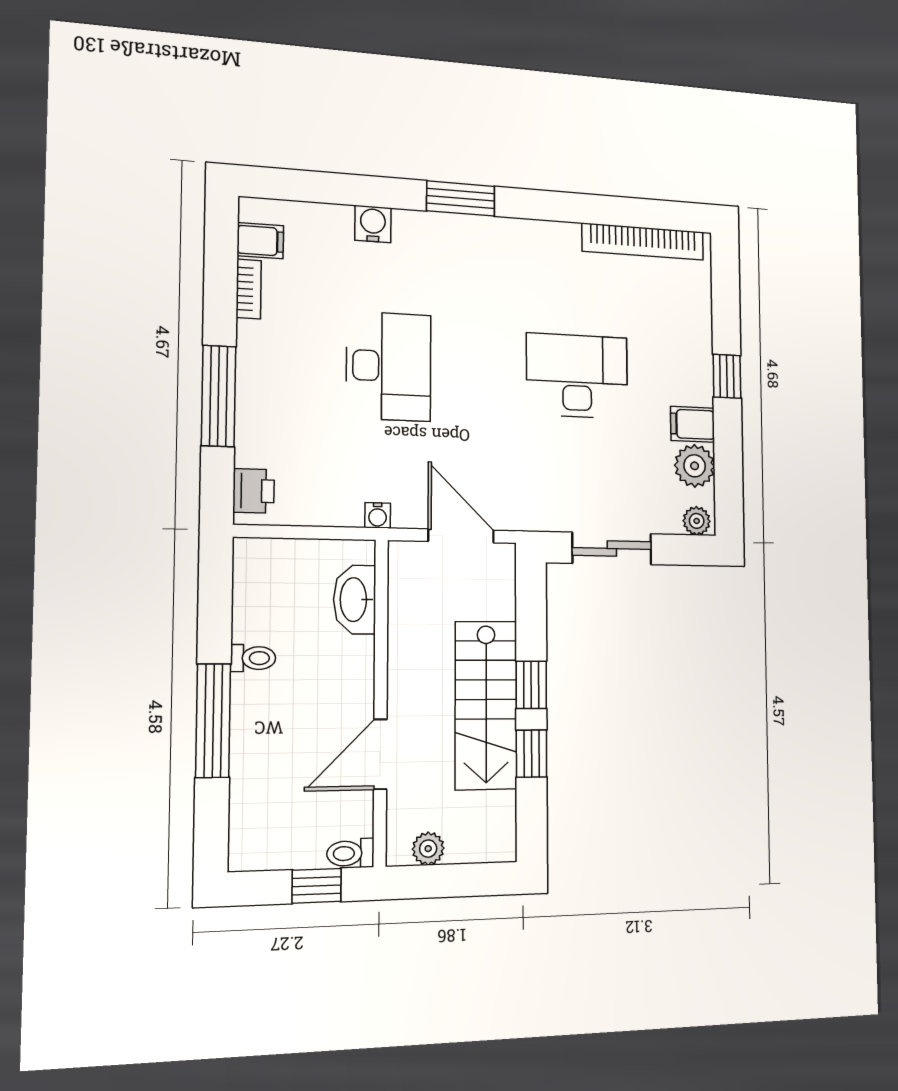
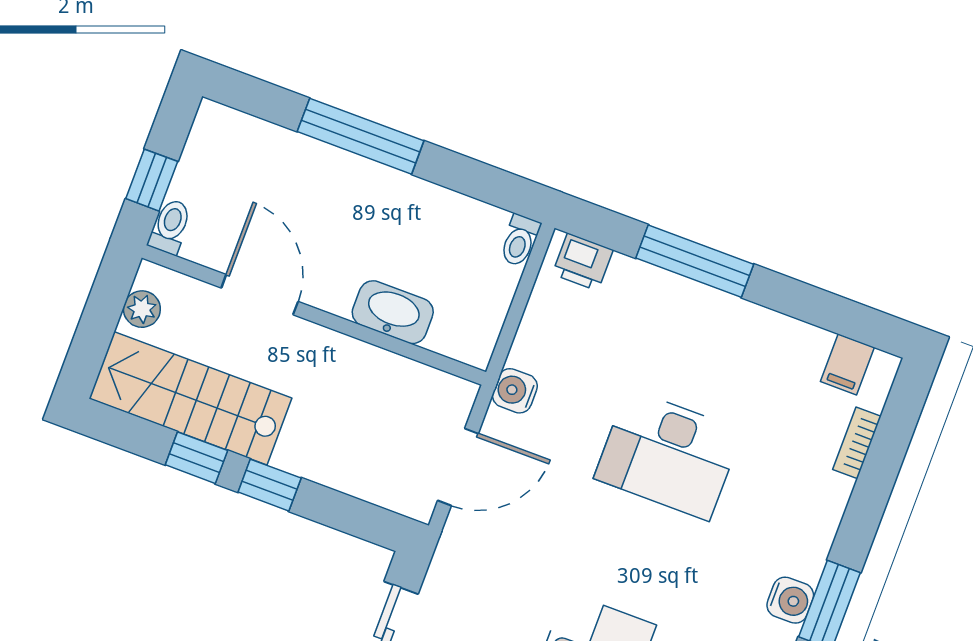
water cooler: (373, 224) -> (790, 600), moved
bookcase: (249, 289) -> (857, 443), moved, turned 90
water cooler: (378, 515) -> (515, 391), width x1.38, depth x1.38
washbasin: (355, 600) -> (393, 312), moved
toilet: (253, 658) -> (520, 241), moved
stairs: (486, 705) -> (190, 398), moved

